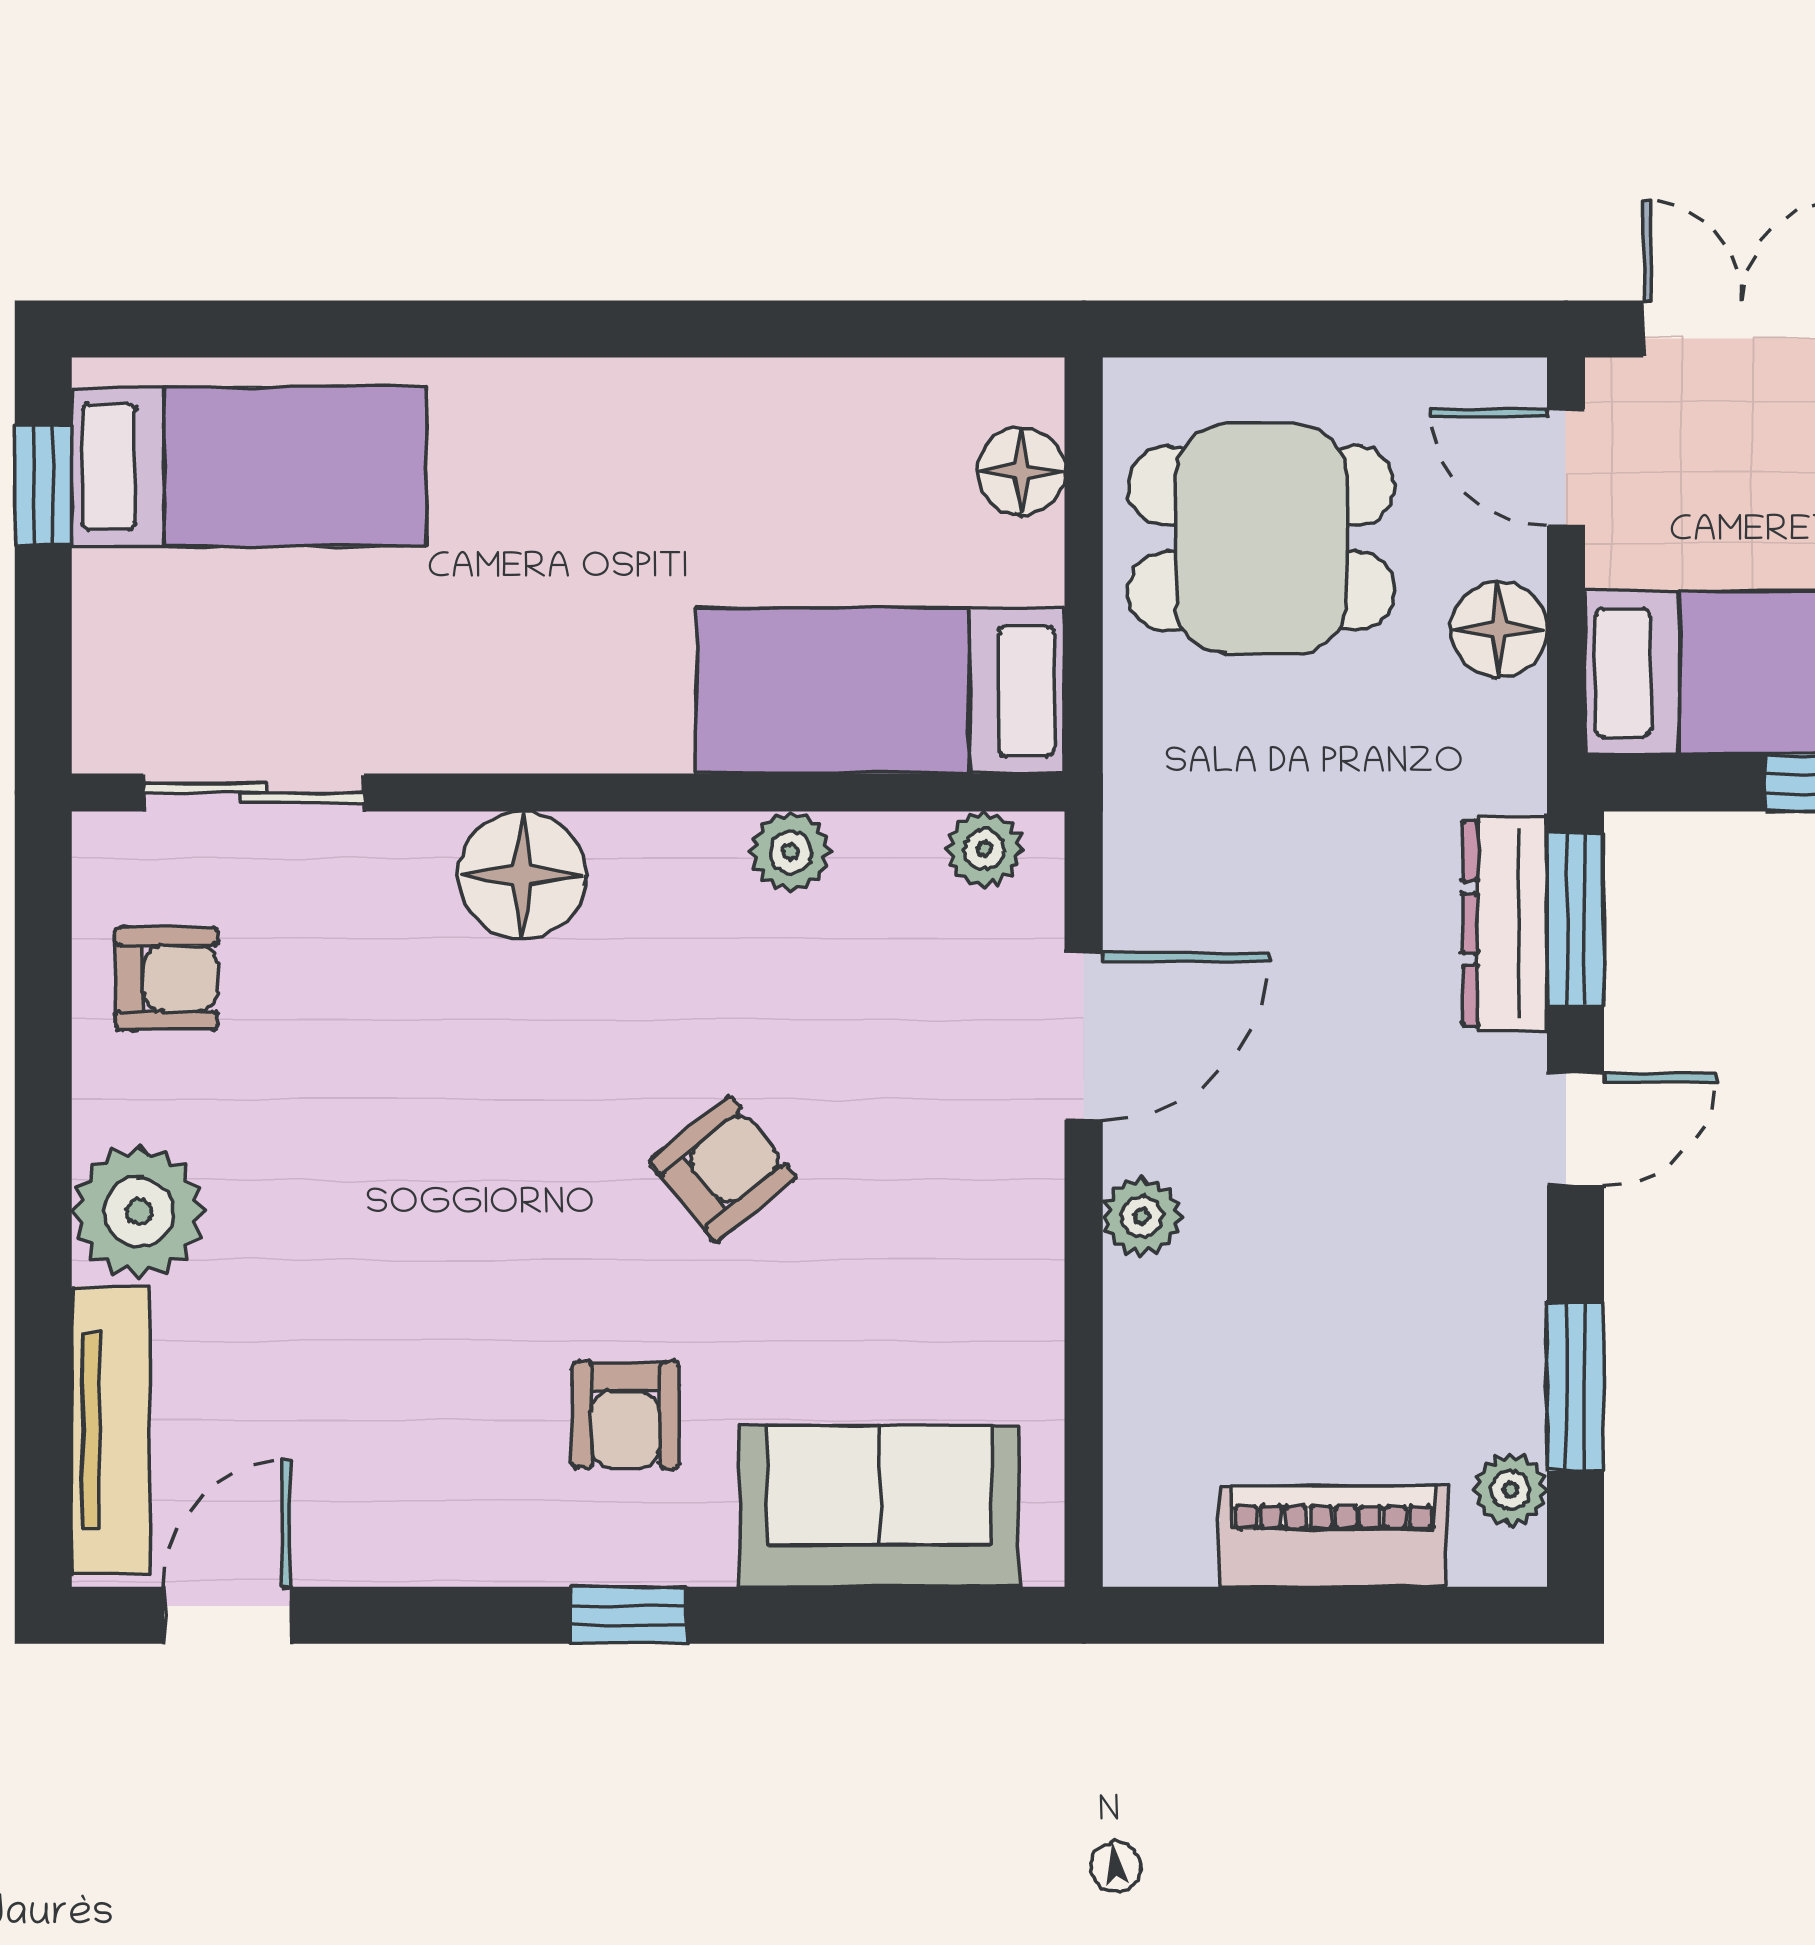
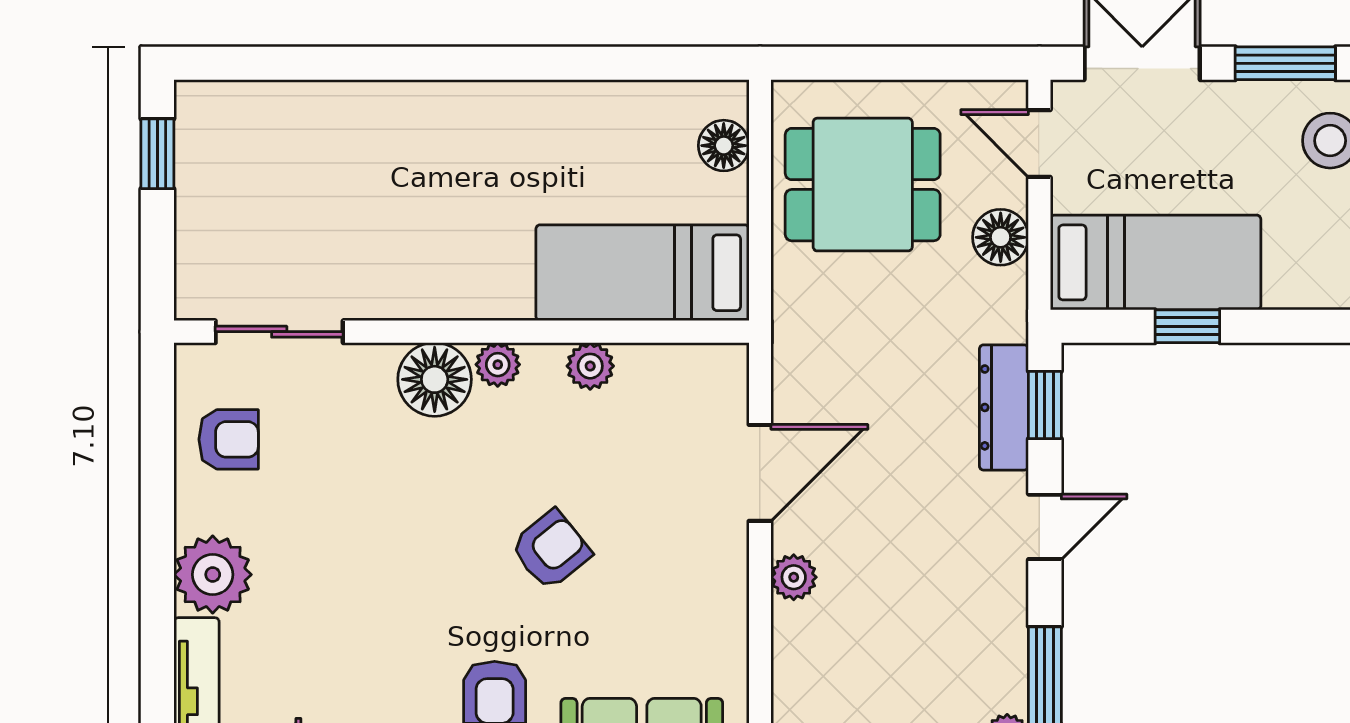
bed: (248, 467) -> (276, 143), removed
plant: (984, 849) -> (498, 365), moved
window: (1575, 919) -> (1045, 405), width x0.67

